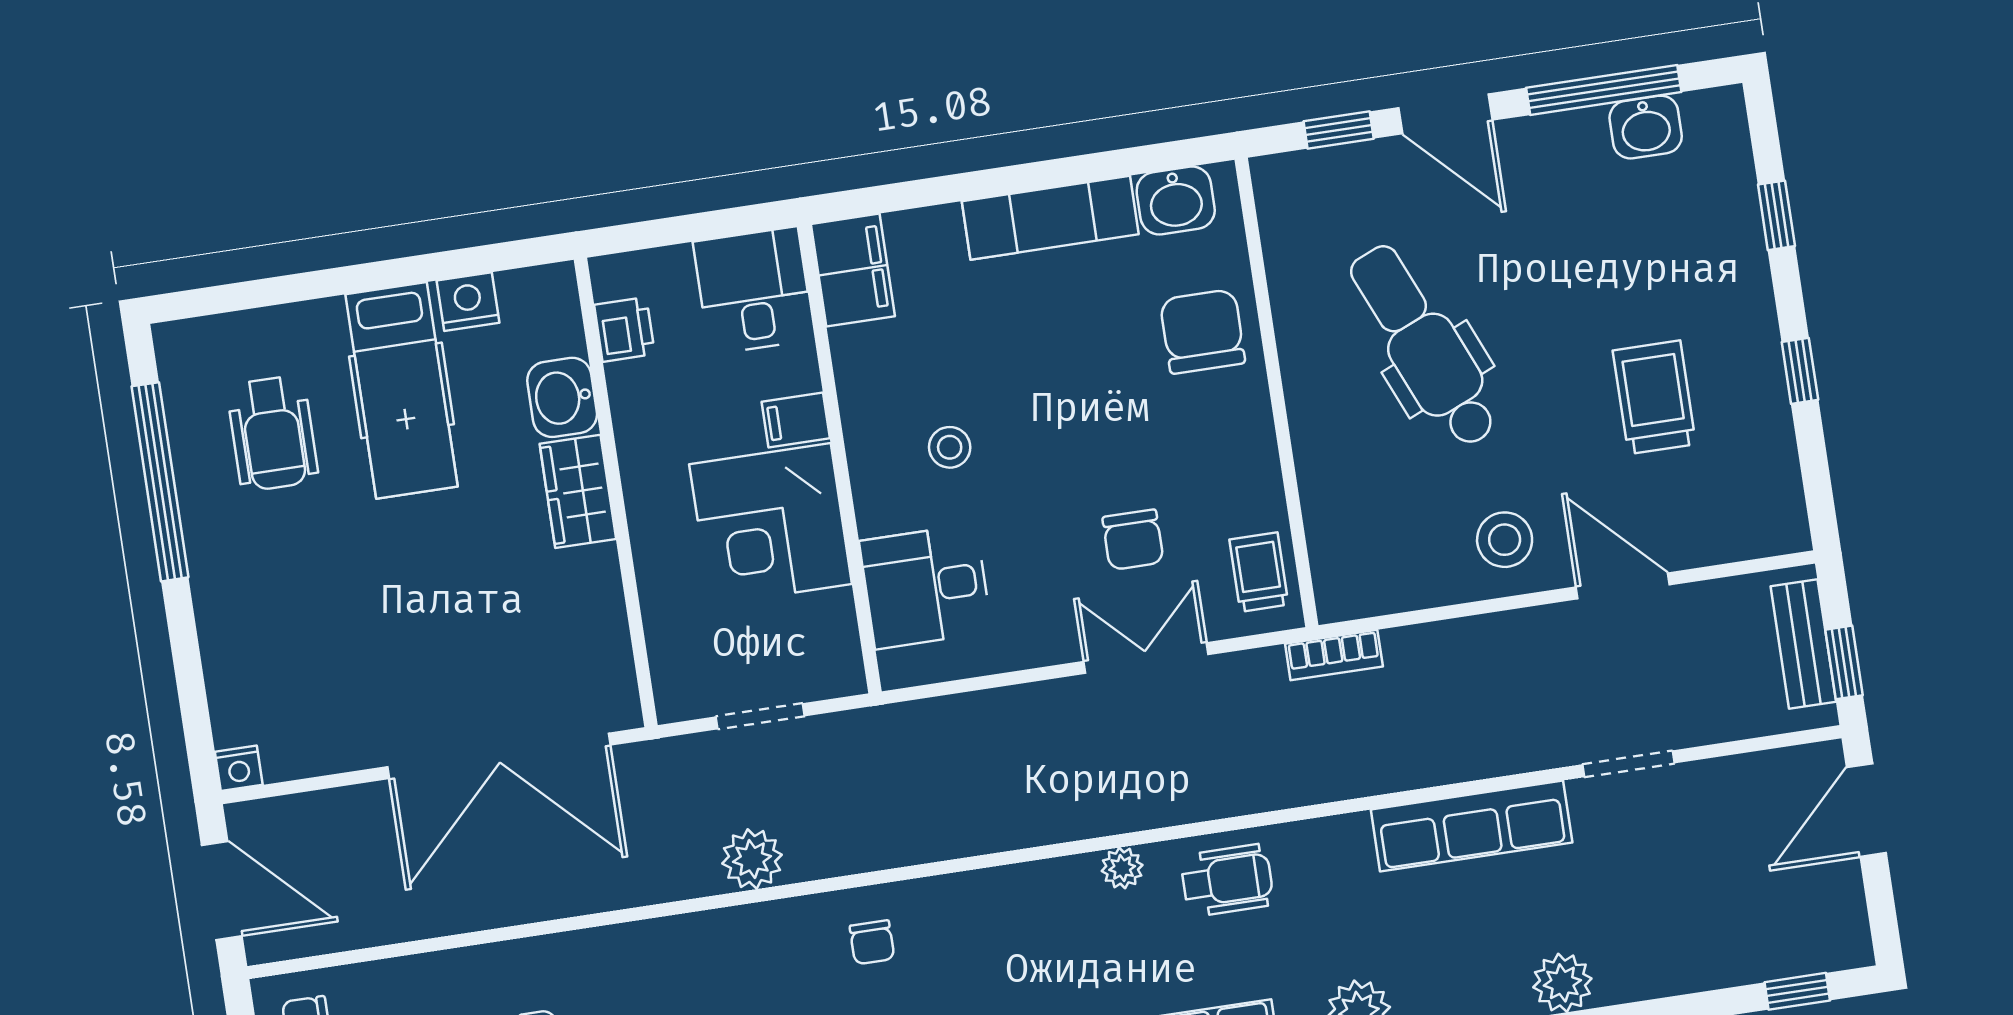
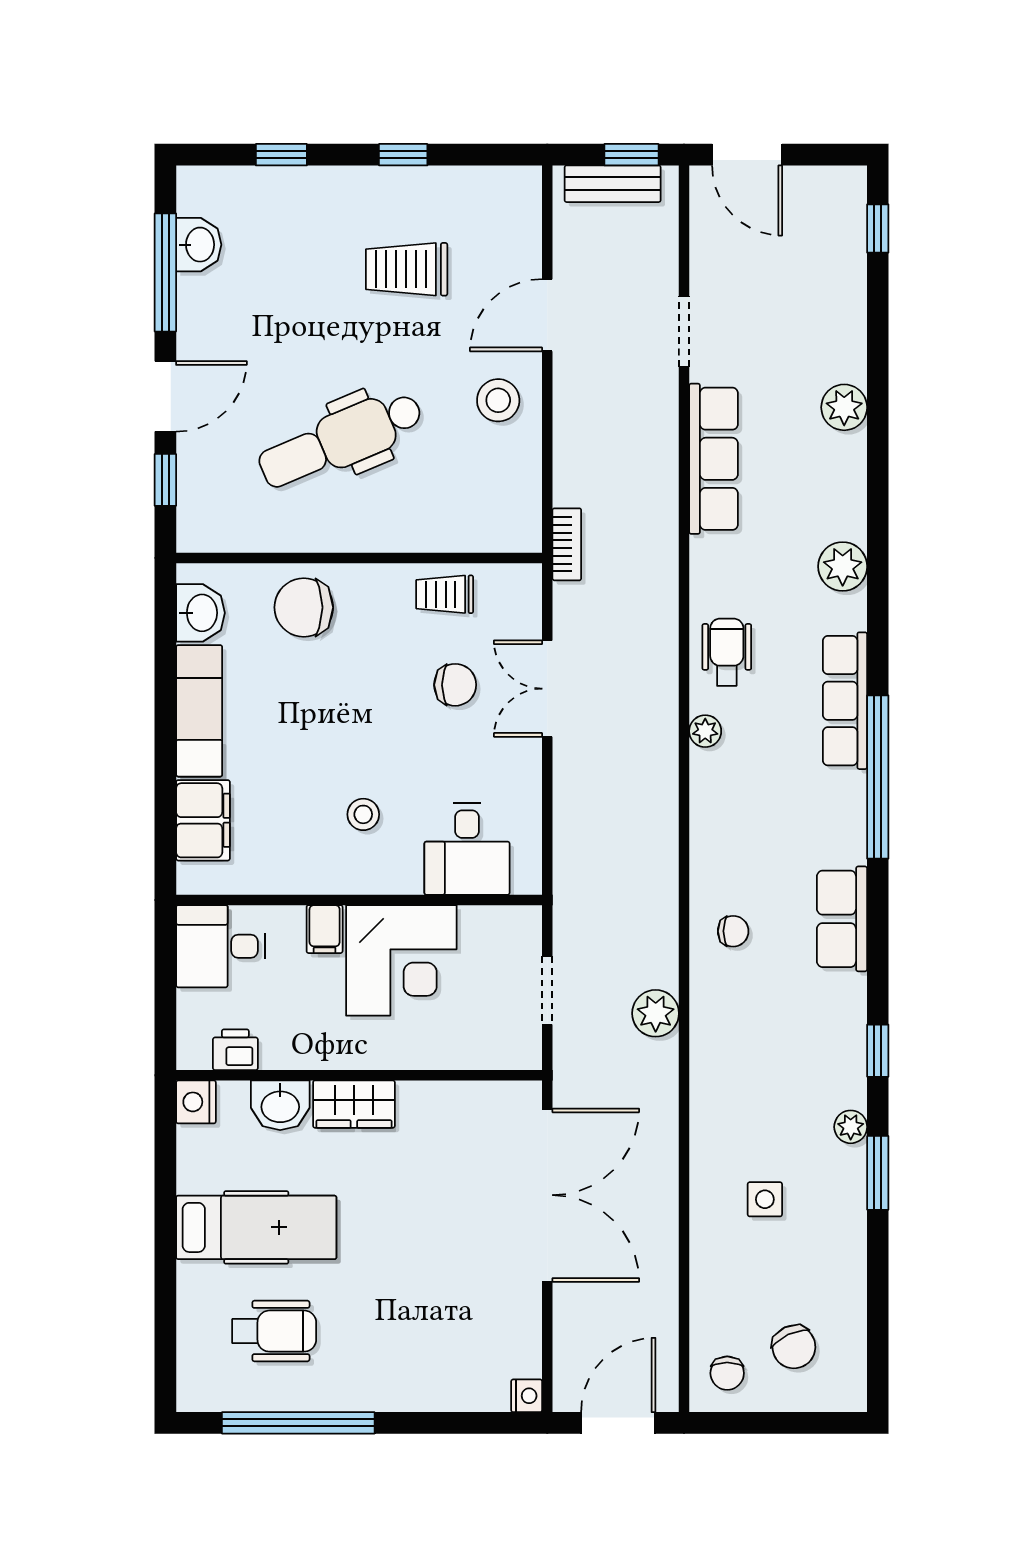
filing cabinet: (853, 270) -> (203, 820), moved, turned 90
nightstand: (468, 302) -> (196, 1102), moved
trolley: (1259, 572) -> (445, 594), moved

